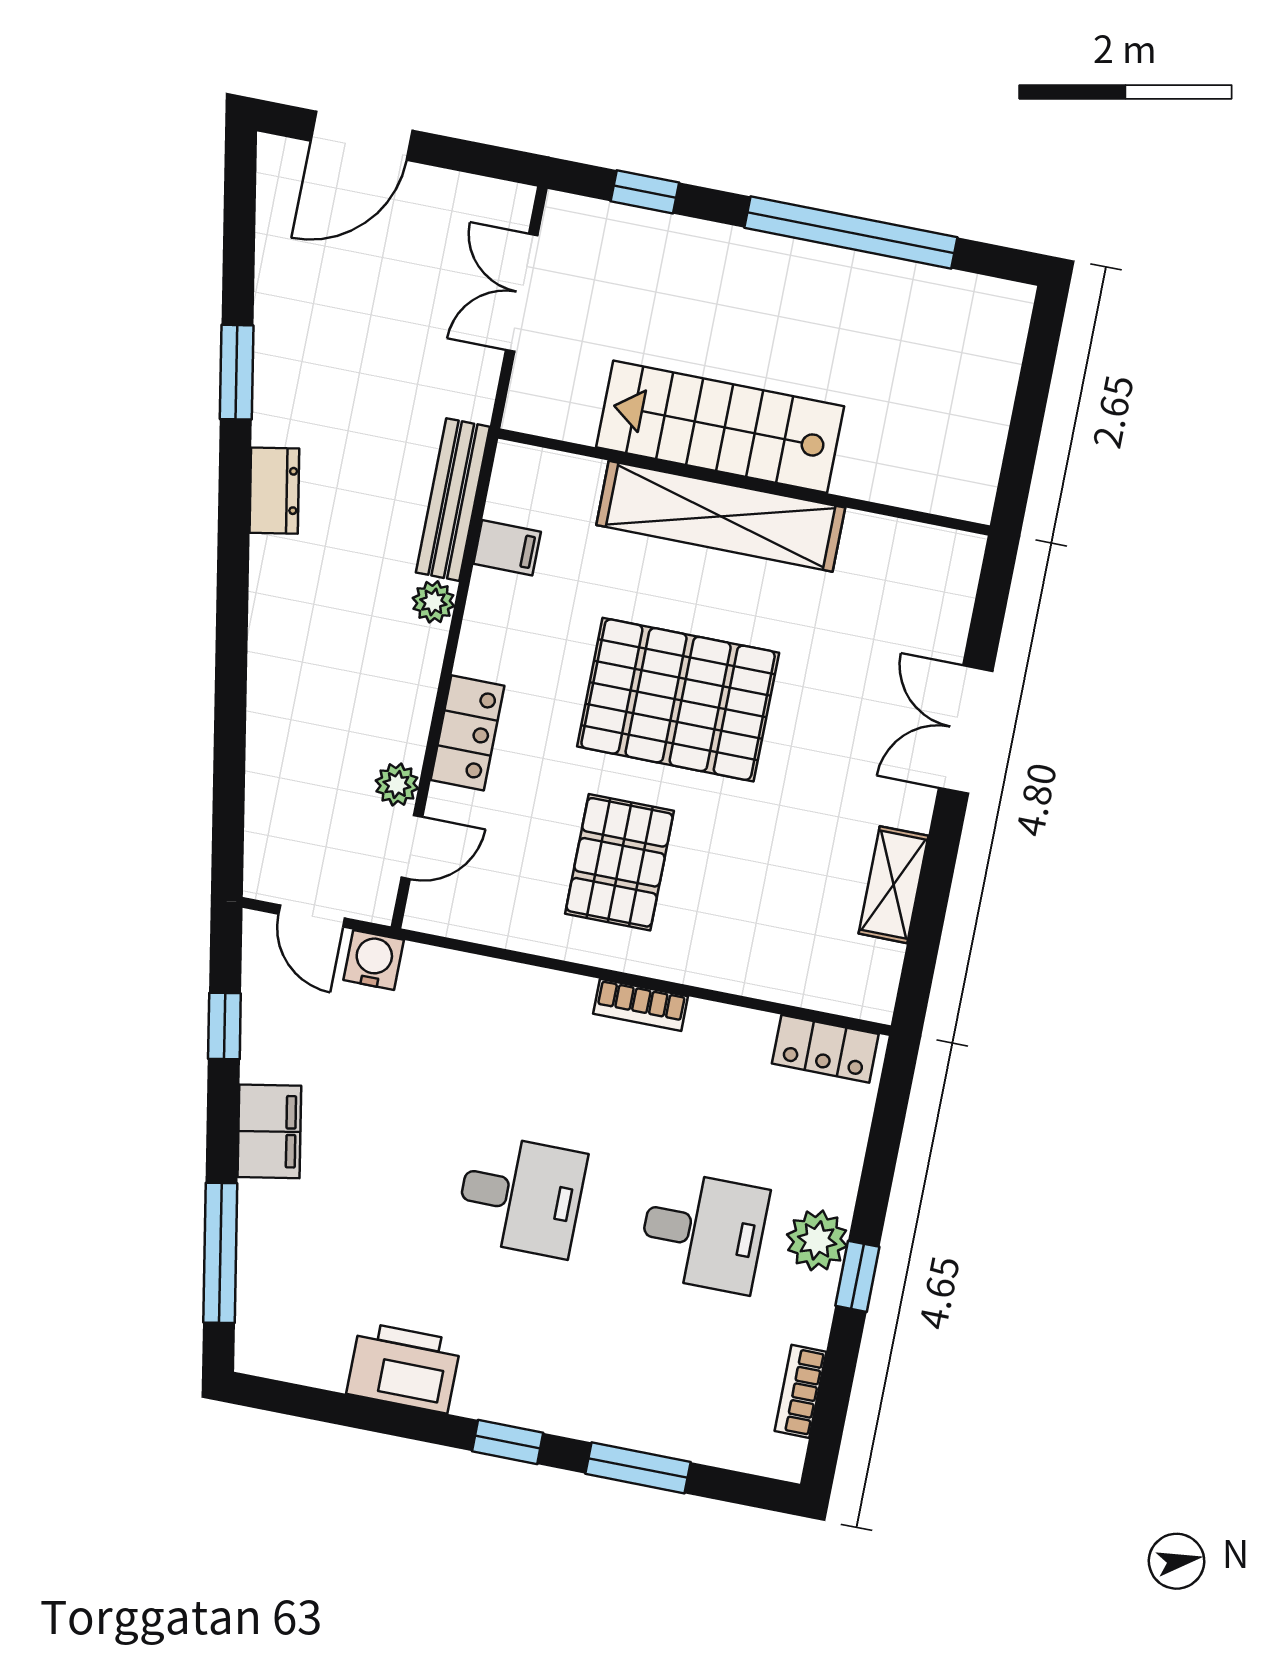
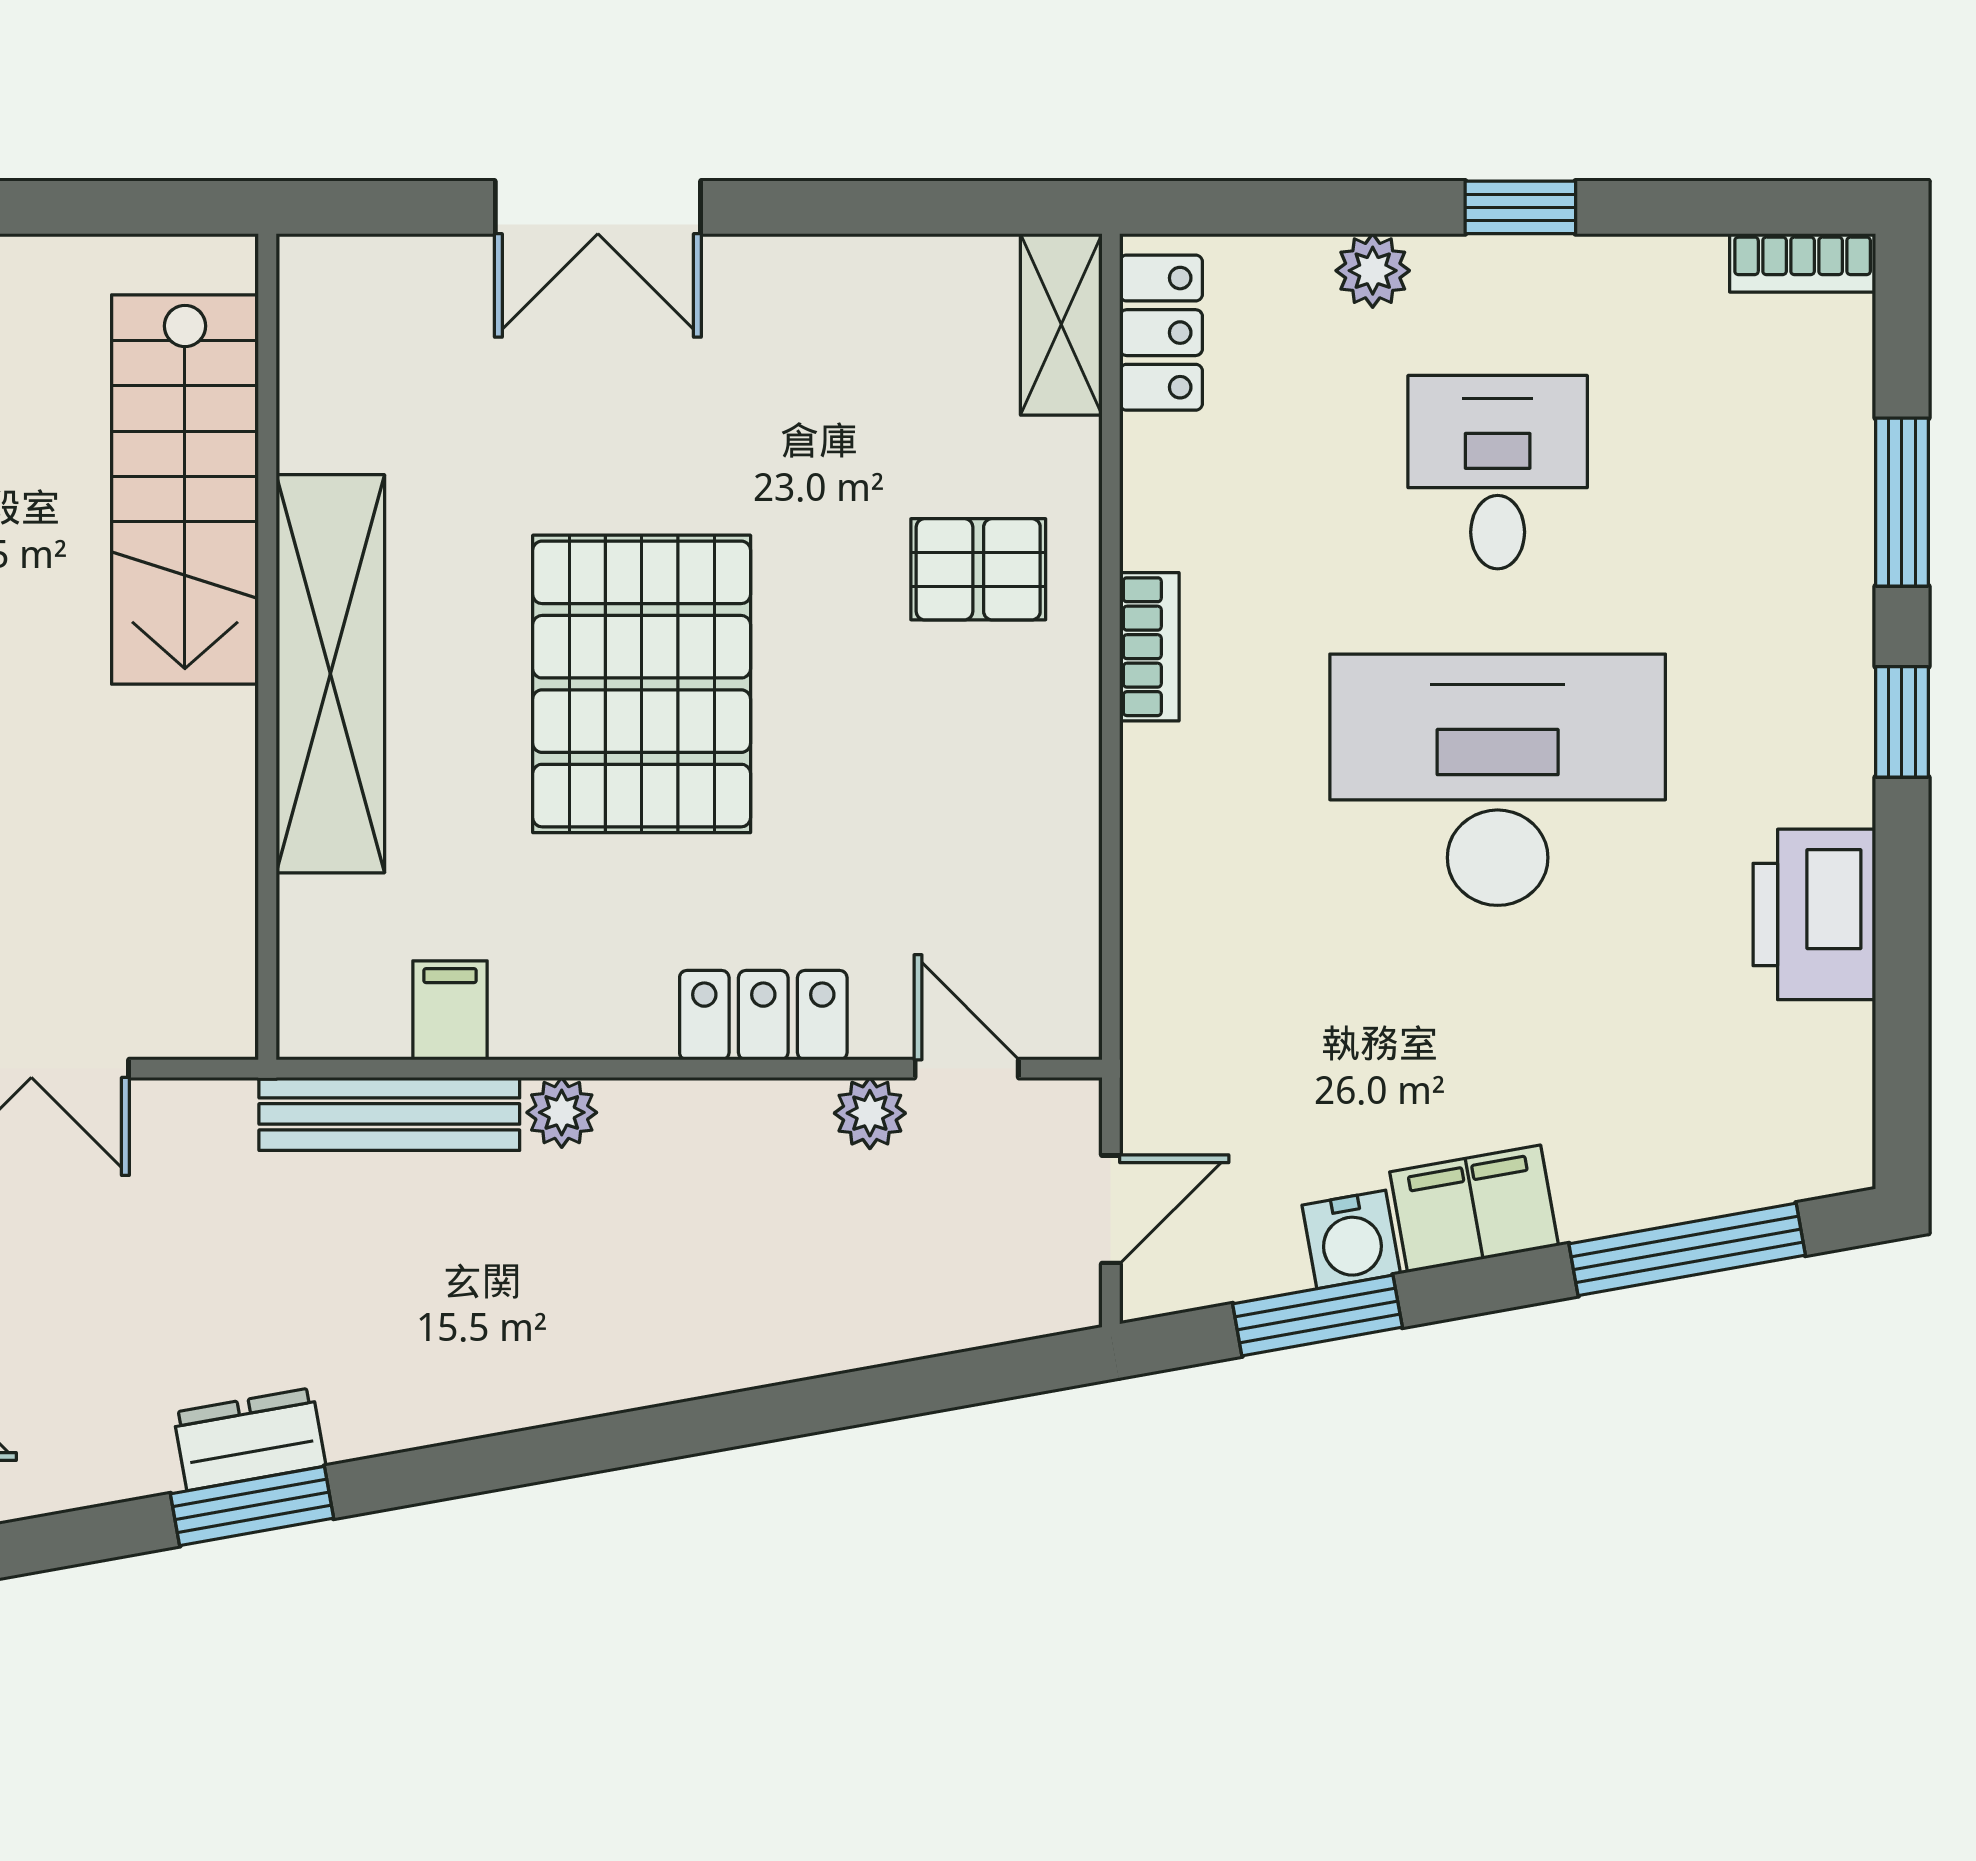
stairs: (720, 427) -> (185, 490), moved
dresser: (274, 491) -> (249, 1439), moved
pallet: (619, 862) -> (978, 569), moved, width x0.67, depth x0.71
shelving: (894, 885) -> (1061, 324), moved, turned 90
water cooler: (374, 960) -> (1351, 1239), moved, turned -100
window: (224, 1026) -> (1317, 1316), width x1.50
desk: (521, 1196) -> (1498, 780), width x1.87, depth x1.30
plant: (817, 1240) -> (1373, 271), moved, width x0.73, depth x0.73
bookcase: (800, 1391) -> (1803, 263), moved

